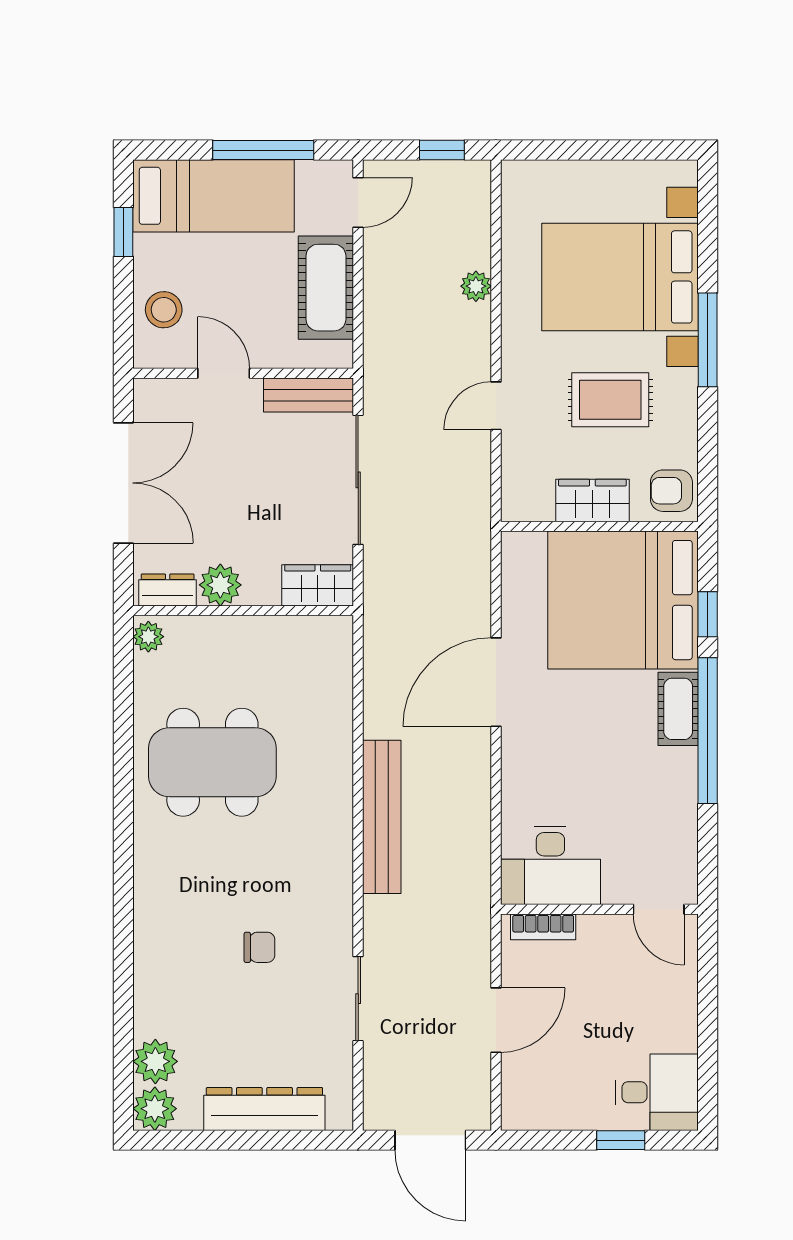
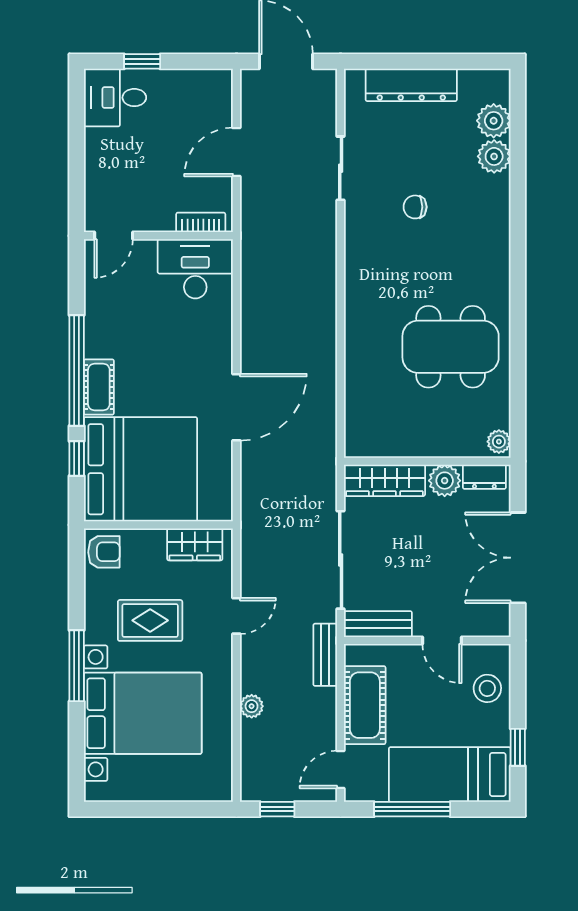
wardrobe: (592, 501) -> (195, 544), moved
wardrobe: (318, 585) -> (385, 480), width x1.50
bench: (382, 817) -> (325, 655), moved, width x0.54, depth x0.82
door: (659, 909) -> (114, 236), swing flipped
plant: (155, 1109) -> (494, 156), moved

